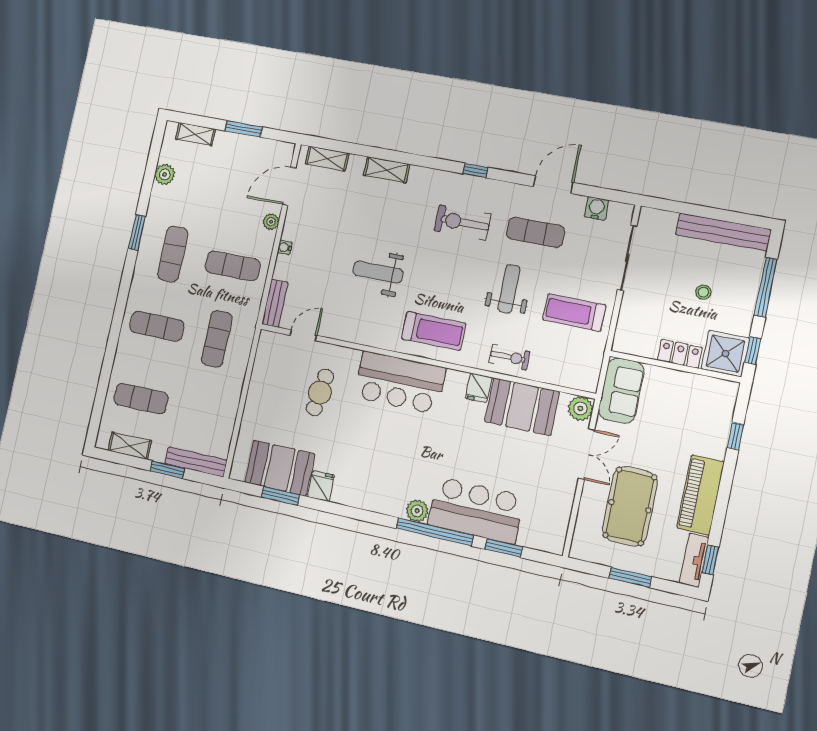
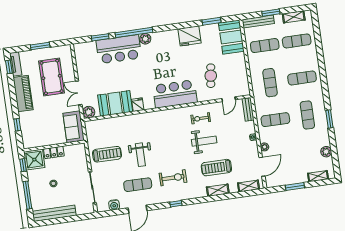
treadmill: (434, 331) -> (216, 168), moved
exercise bike: (509, 357) -> (201, 118), moved
exercise mat: (201, 412) -> (265, 46), added
booth: (280, 468) -> (231, 37), moved, turned 90
fridge: (321, 486) -> (190, 36), width x1.88, depth x1.34

